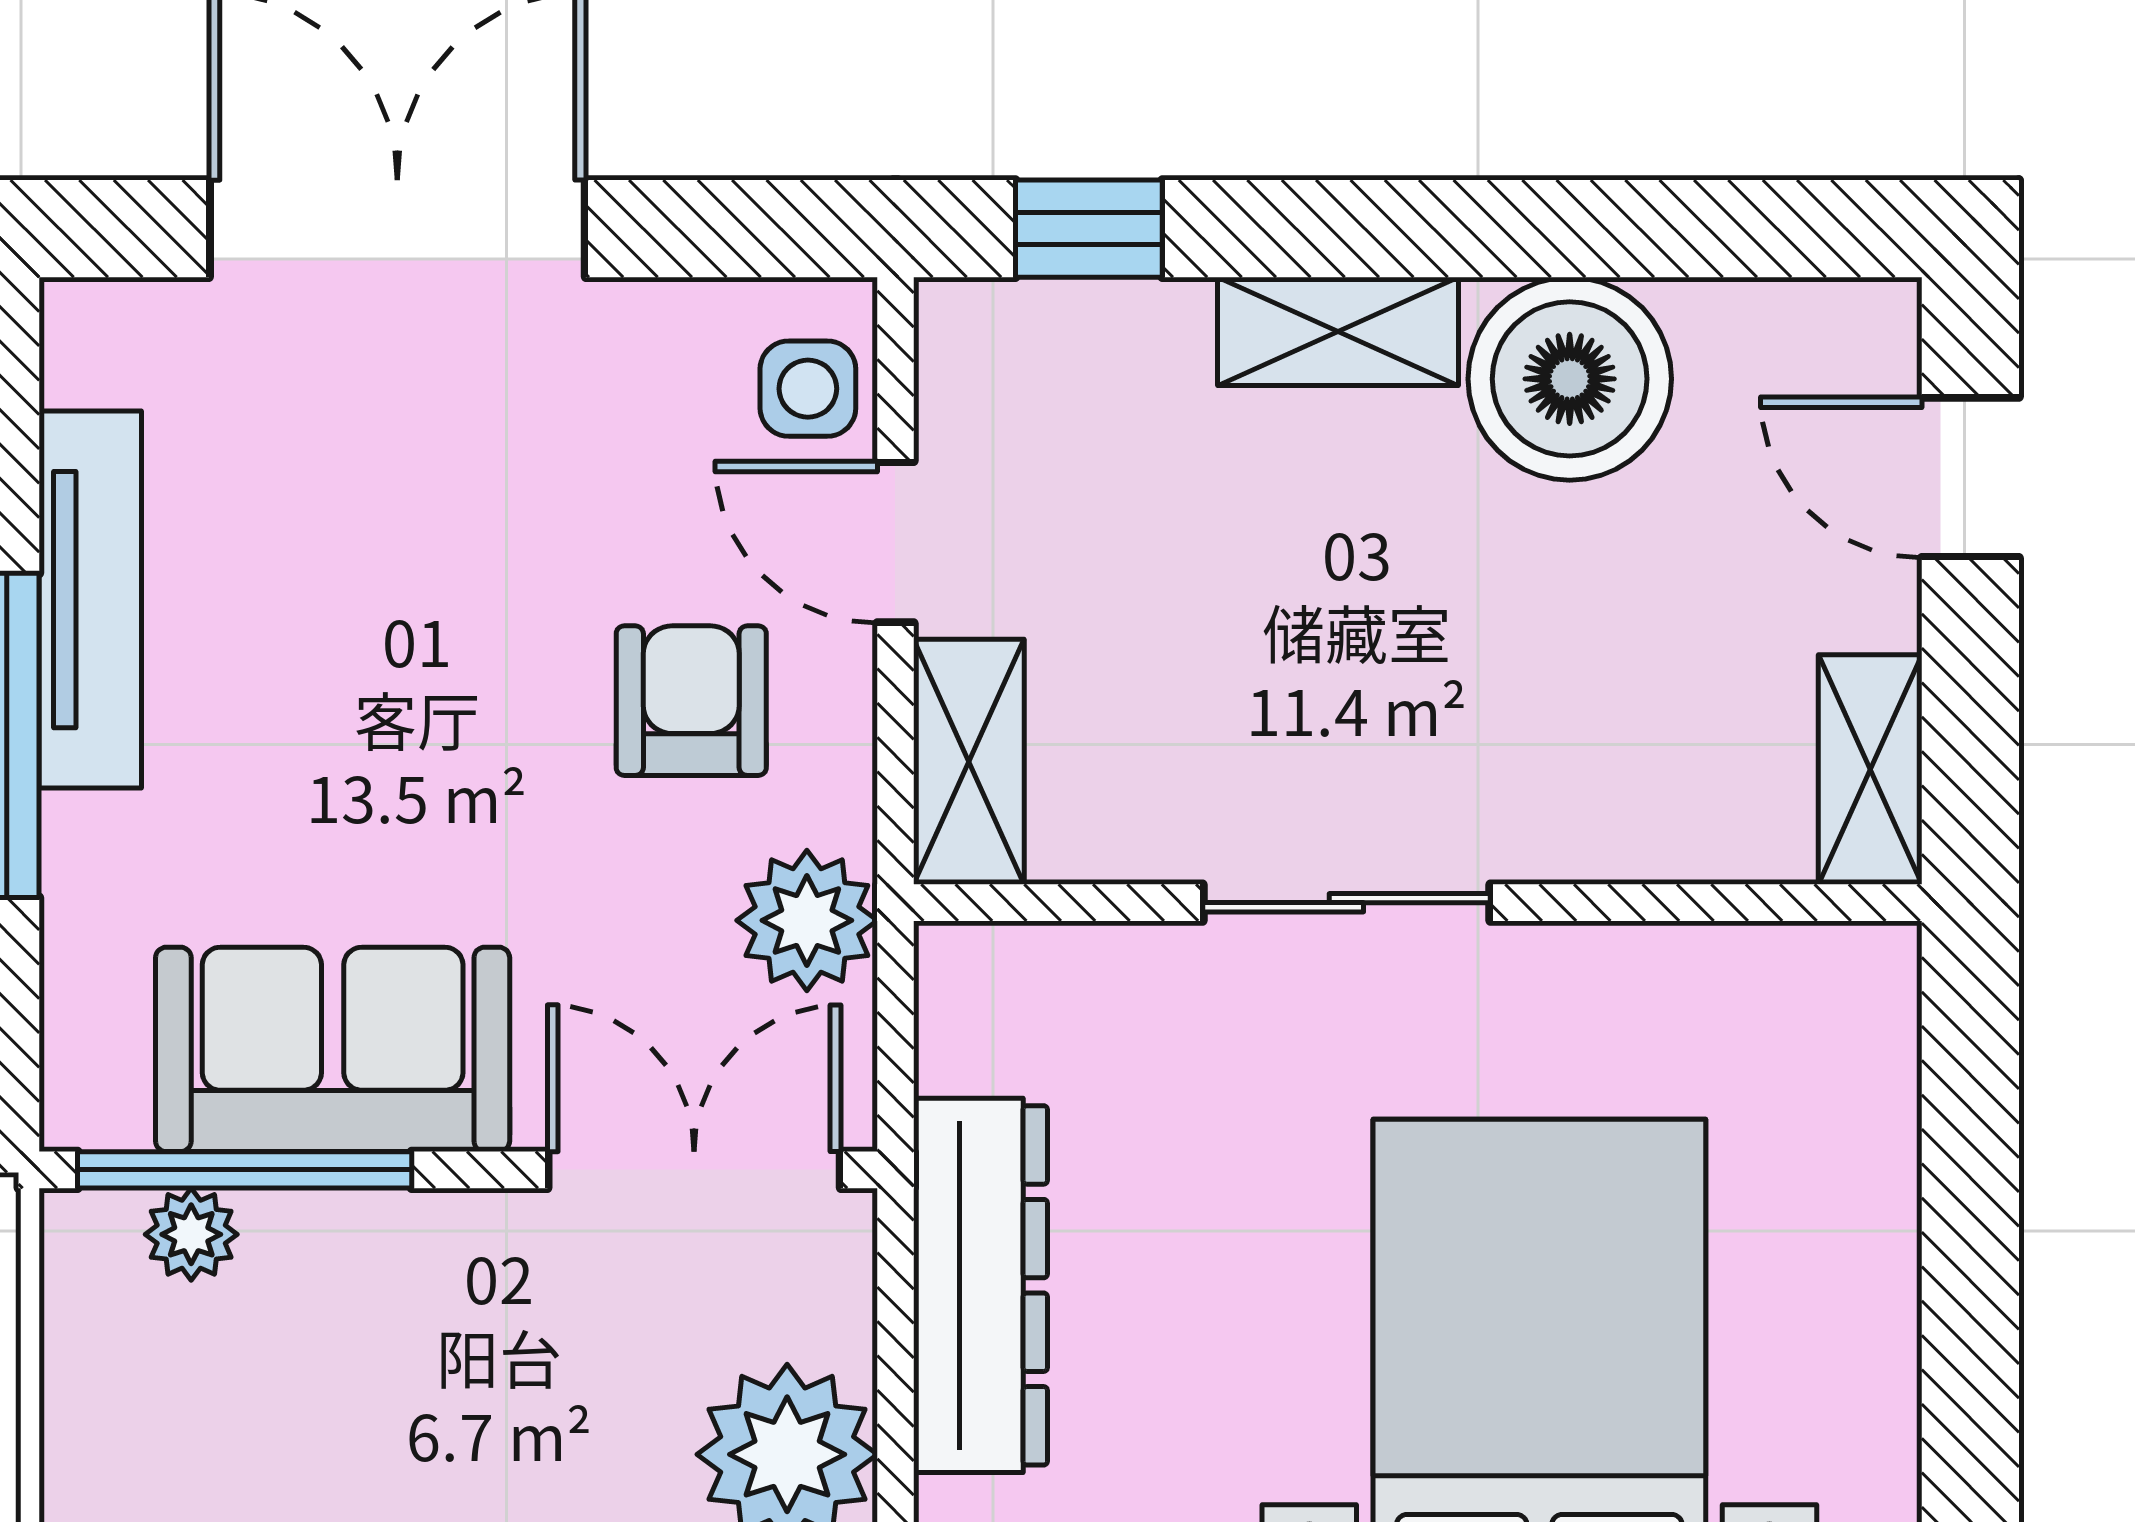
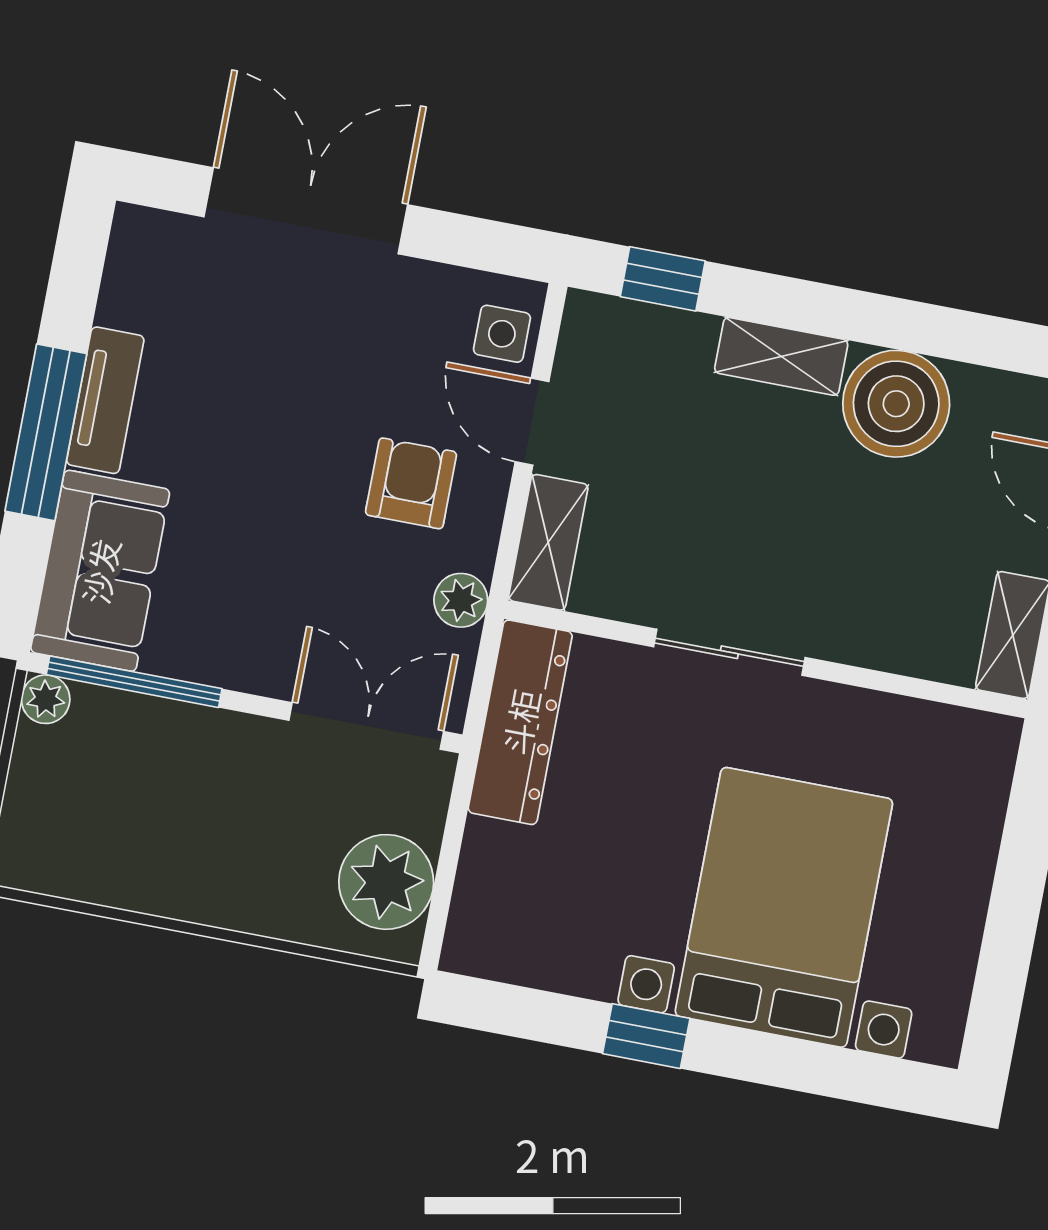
tv unit: (90, 600) -> (105, 400), width x0.71
plant: (807, 920) -> (461, 600), width x0.73, depth x0.73
sofa: (333, 1049) -> (100, 571), moved, turned 90
plant: (191, 1234) -> (46, 699), moved
dresser: (980, 1285) -> (520, 722), moved

